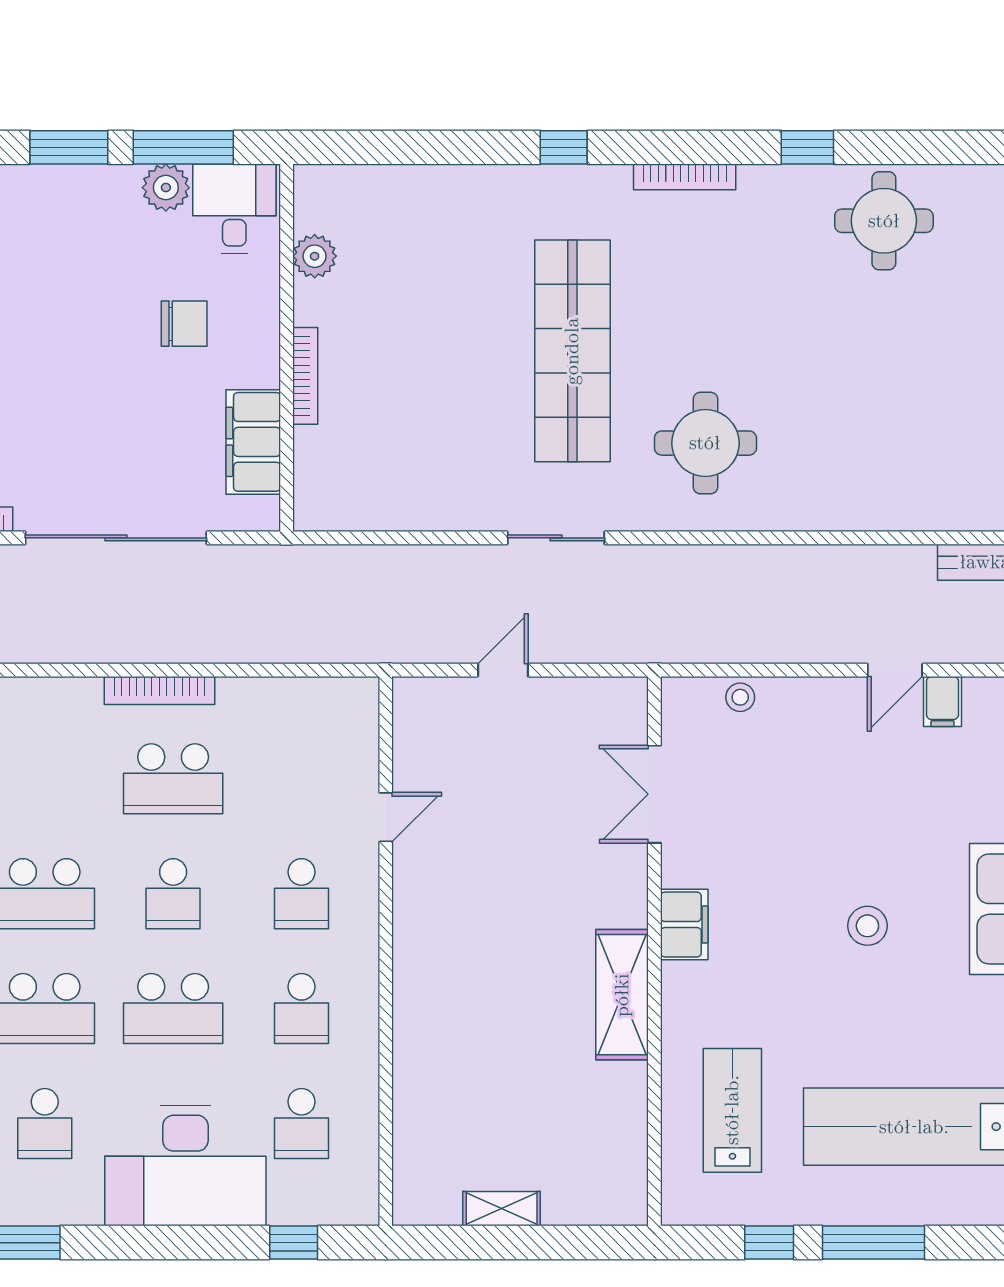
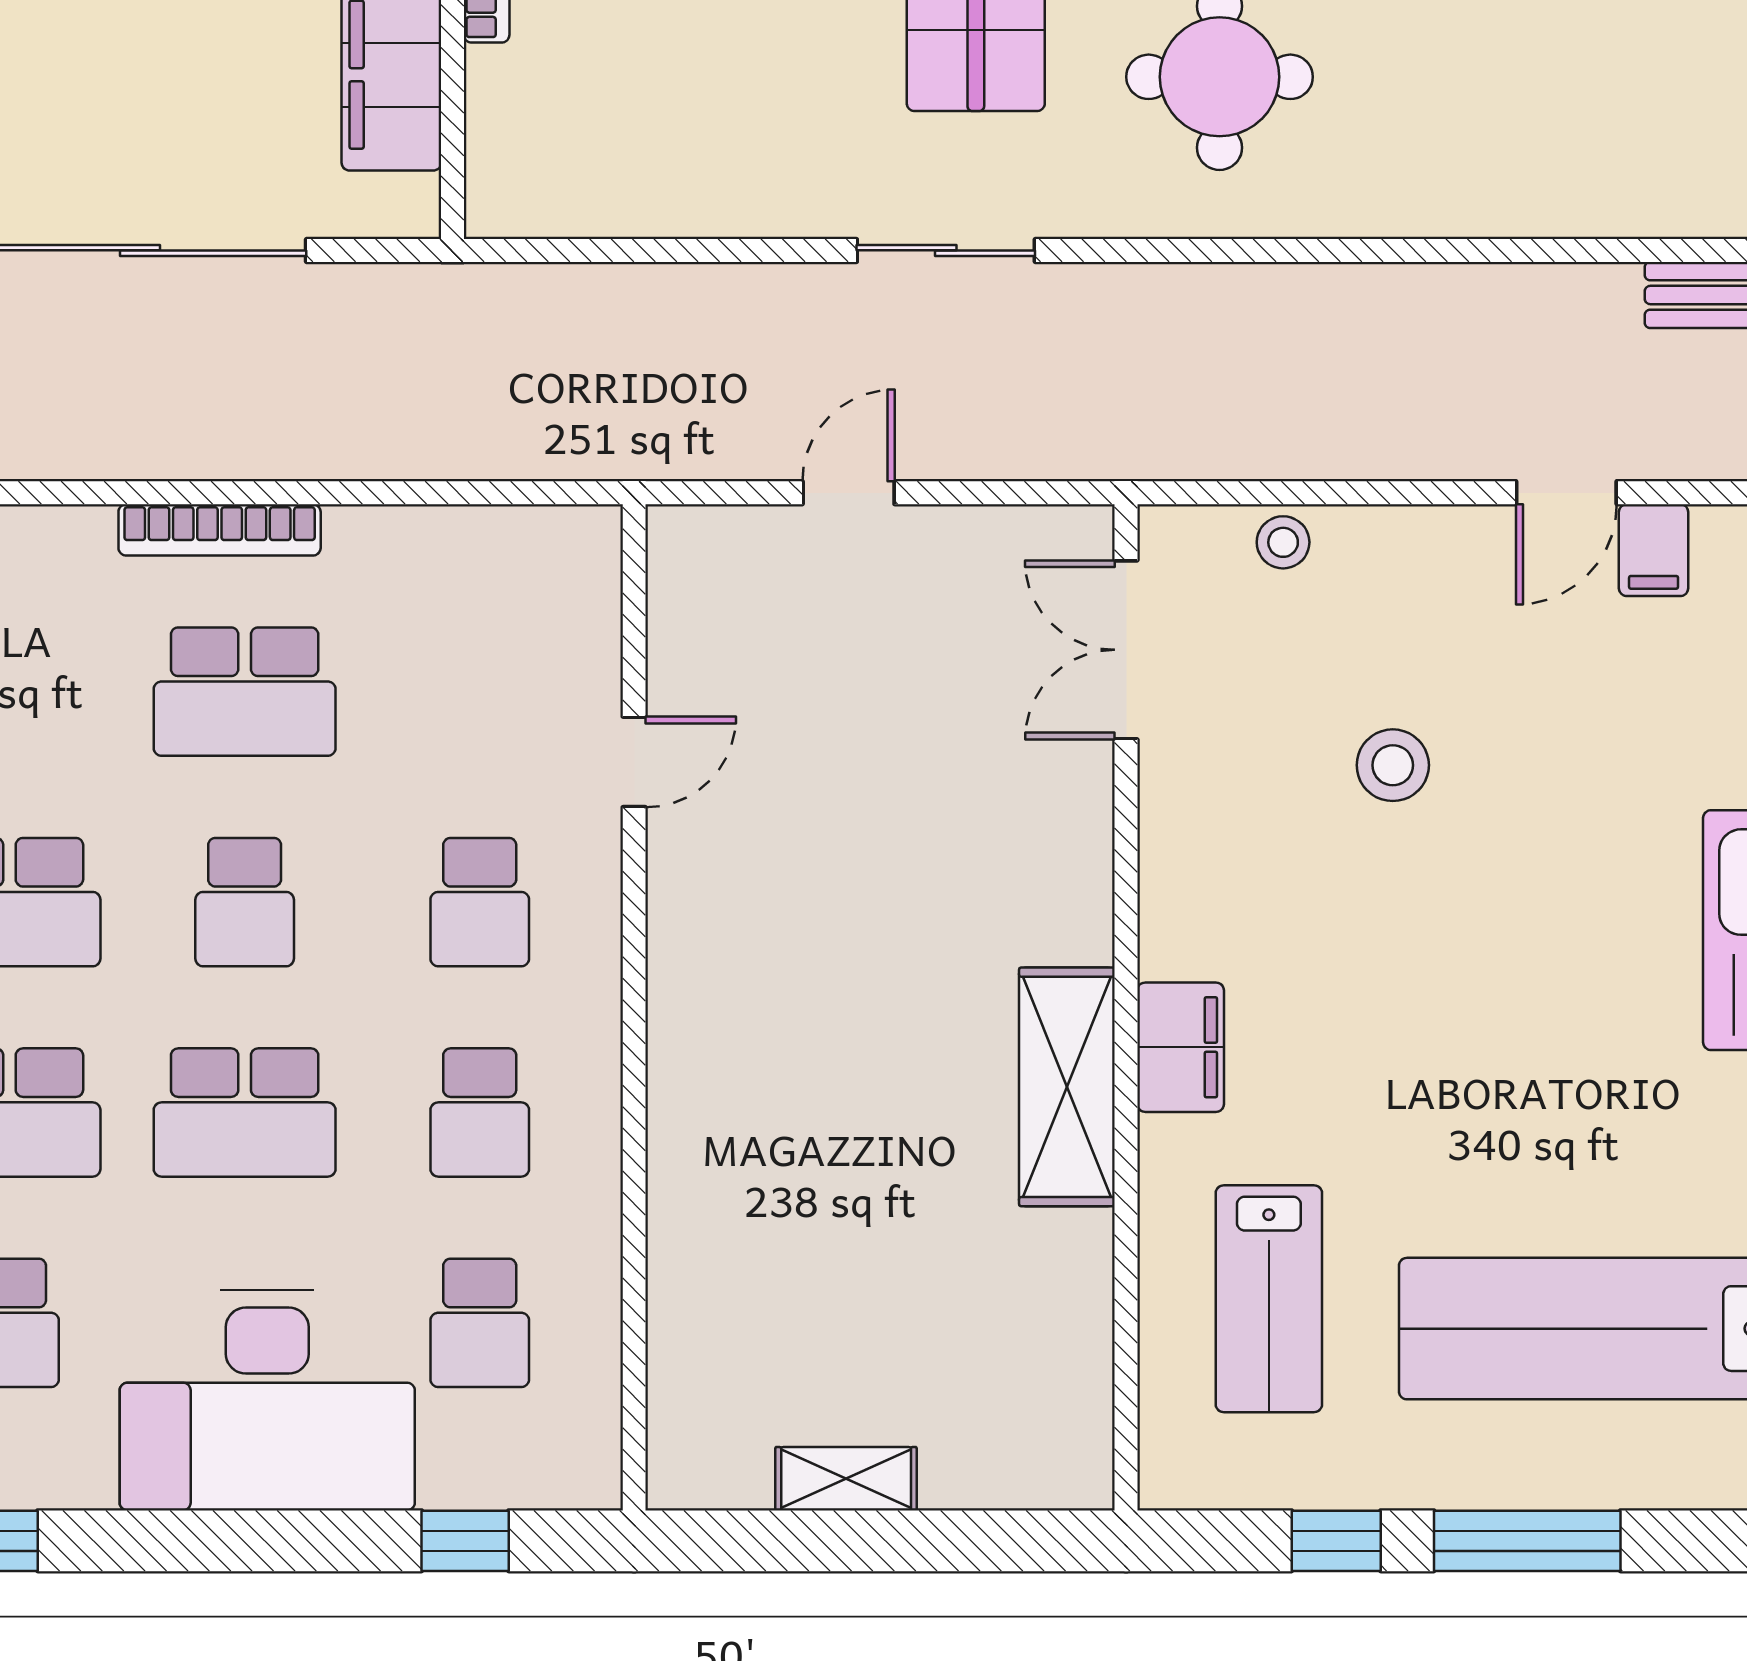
double door: (654, 794) -> (1126, 650), moved
filing cabinet: (684, 925) -> (1181, 1047), moved
stool: (867, 926) -> (1393, 765), moved
lab bench: (732, 1110) -> (1269, 1299), turned 180

